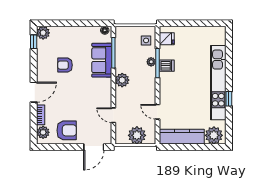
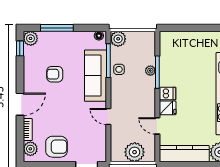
window: (67, 23) -> (57, 28), added
fridge: (167, 39) -> (168, 108), moved
side table: (146, 40) -> (119, 69), moved
sofa: (102, 60) -> (96, 76), width x1.36
dishwasher: (167, 66) -> (167, 94), moved
plant: (122, 80) -> (118, 39), moved
door: (113, 115) -> (108, 116), moved

